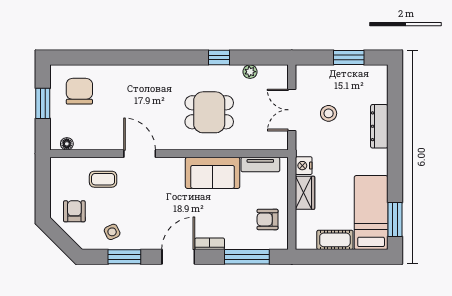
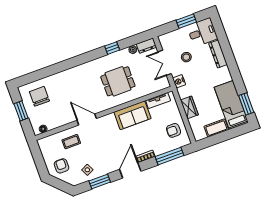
dresser: (273, 73) -> (146, 46), added
desk: (367, 84) -> (202, 32), added
nightstand: (304, 166) -> (179, 81), moved

